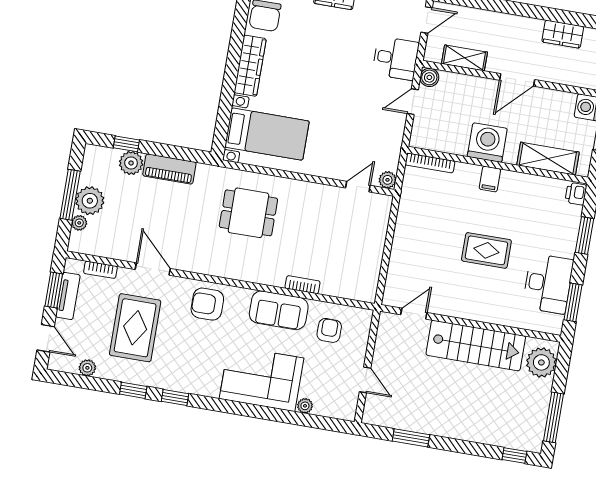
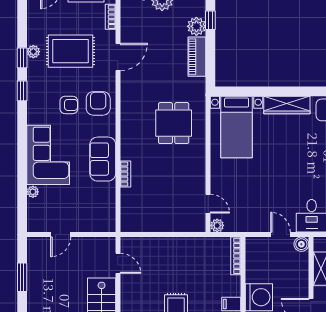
armchair: (329, 330) -> (69, 105), moved
plant: (87, 368) -> (33, 52), moved

